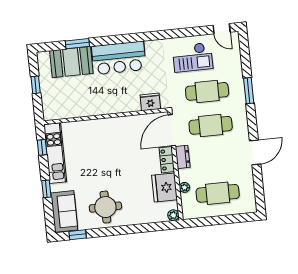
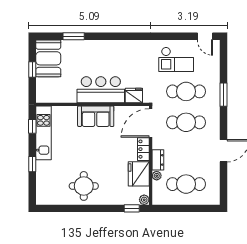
bar counter: (119, 58) -> (101, 90), moved, turned 180
booth: (71, 62) -> (48, 58), moved, turned 90
dresser: (183, 157) -> (158, 160), moved
sofa: (64, 211) -> (96, 116), moved, turned 90
window: (78, 235) -> (132, 208), moved

